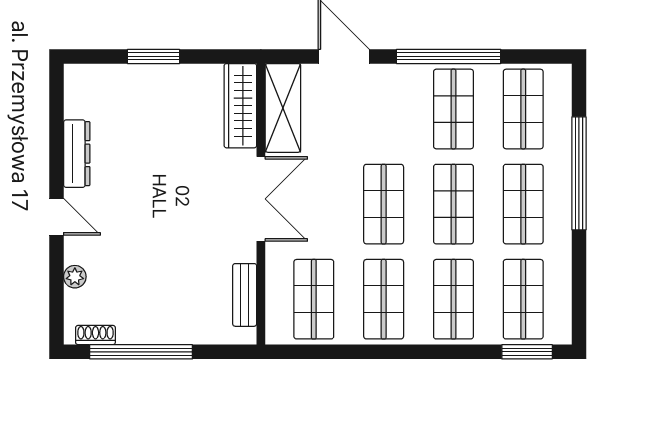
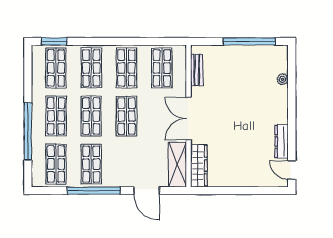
window: (154, 56) -> (243, 191), removed
door: (56, 217) -> (292, 170), moved
shoe rack: (95, 335) -> (272, 50), removed

